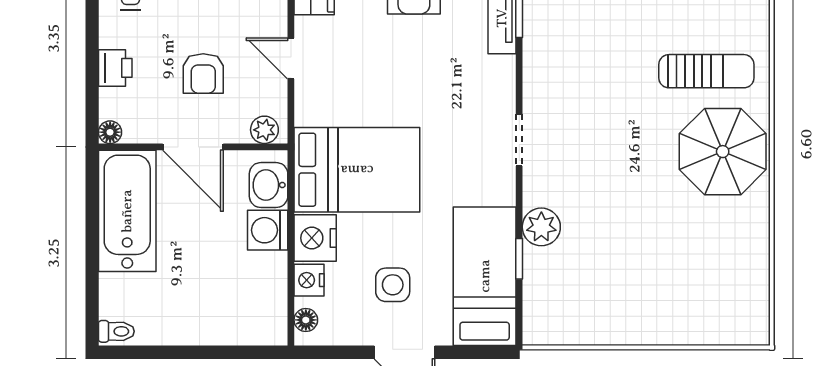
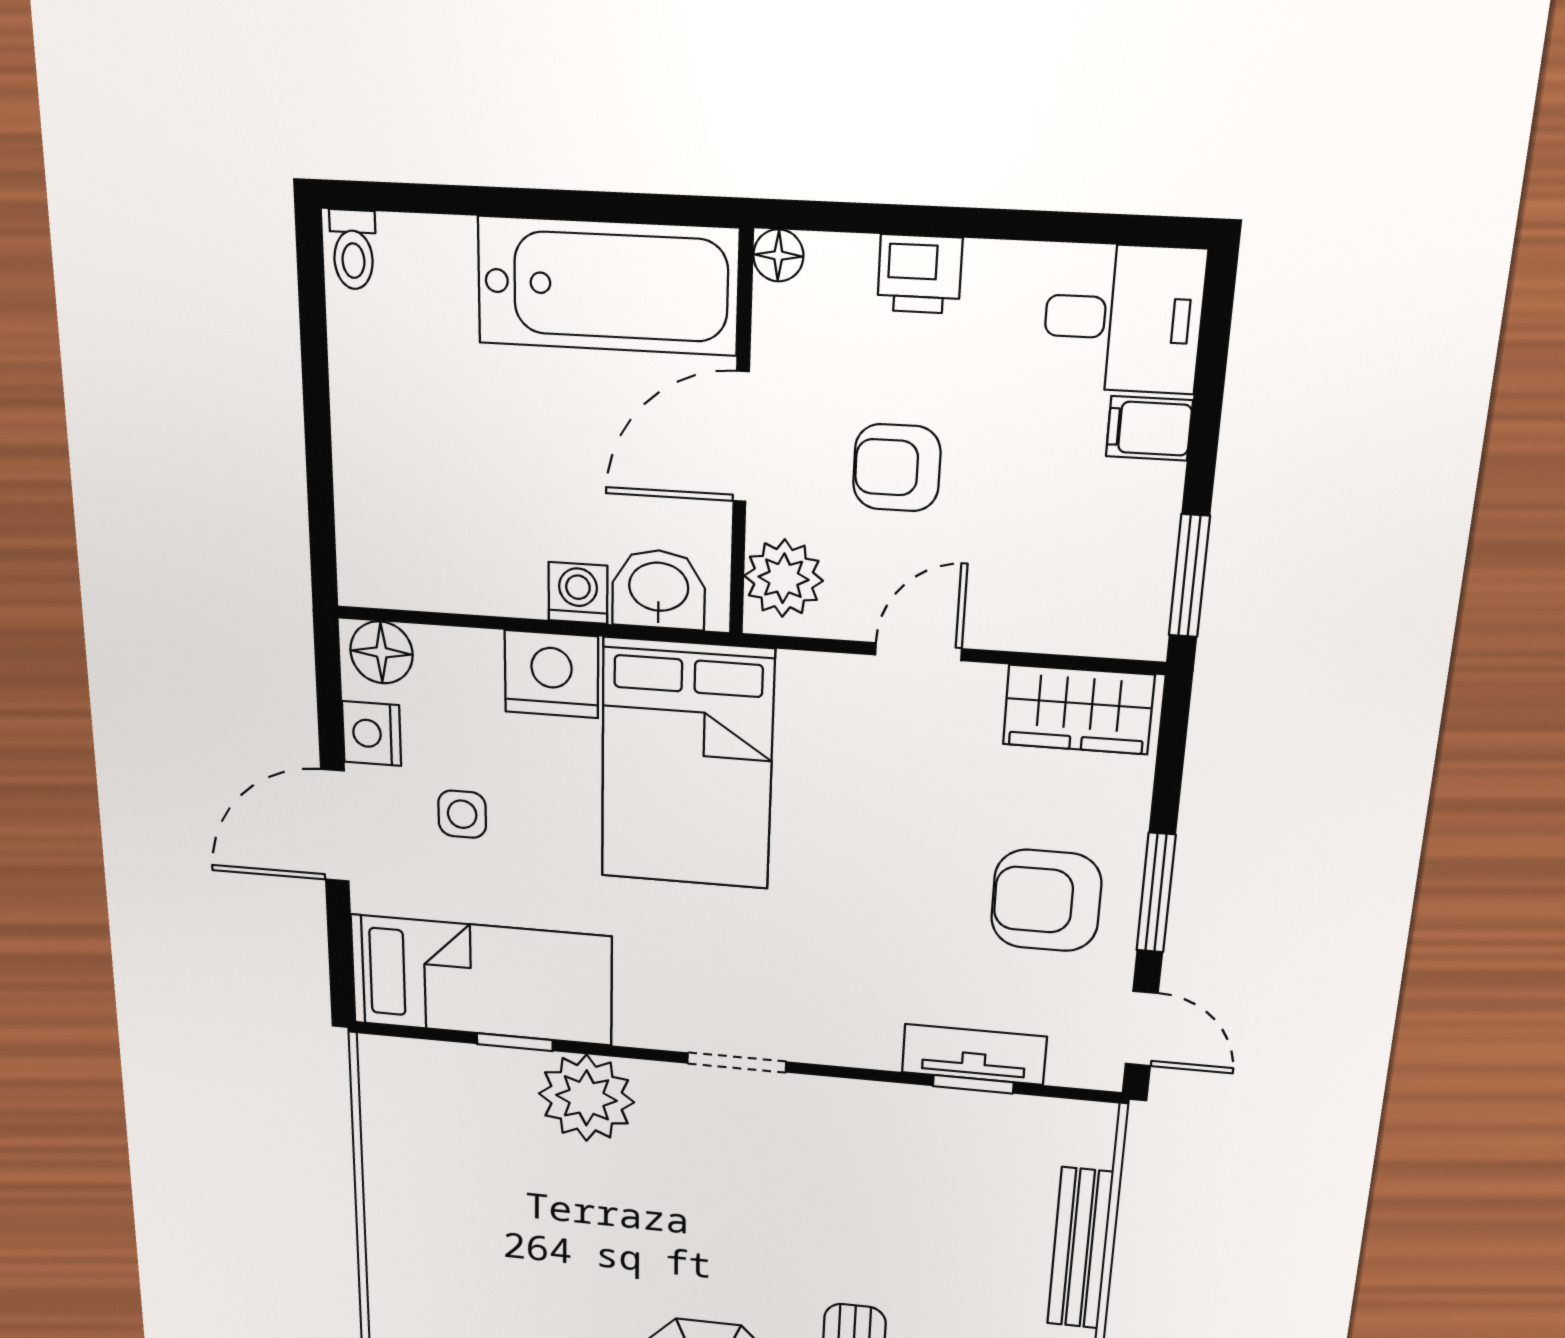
plant: (264, 130) -> (784, 578), width x1.38, depth x1.38
plant: (541, 227) -> (586, 1098), width x1.36, depth x1.36
washing machine: (268, 230) -> (578, 593), width x0.73, depth x0.73
nightstand: (309, 280) -> (372, 734), moved, turned -90
side table: (393, 285) -> (462, 814), width x0.73, depth x0.73
floor lamp: (306, 320) -> (381, 652), width x1.37, depth x1.37

